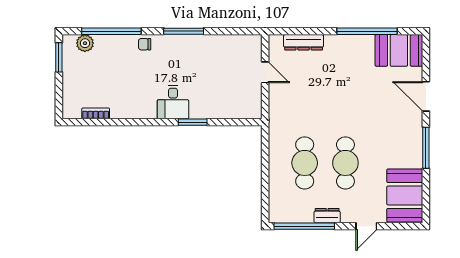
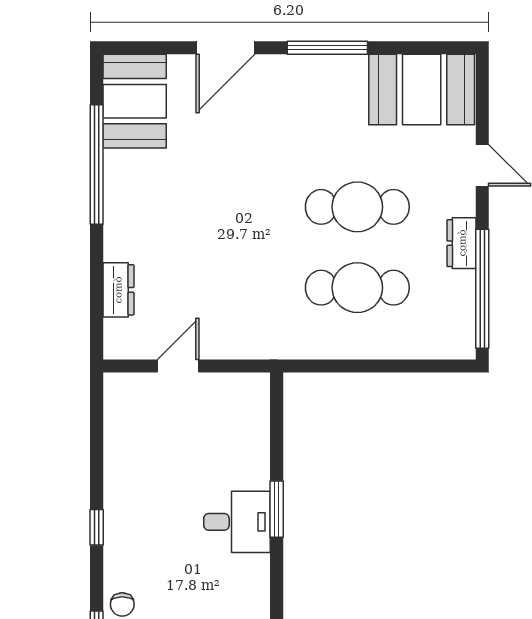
window: (184, 31) -> (97, 527), width x0.46
dresser: (304, 42) -> (118, 290), width x0.70
desk: (173, 102) -> (237, 522), moved

